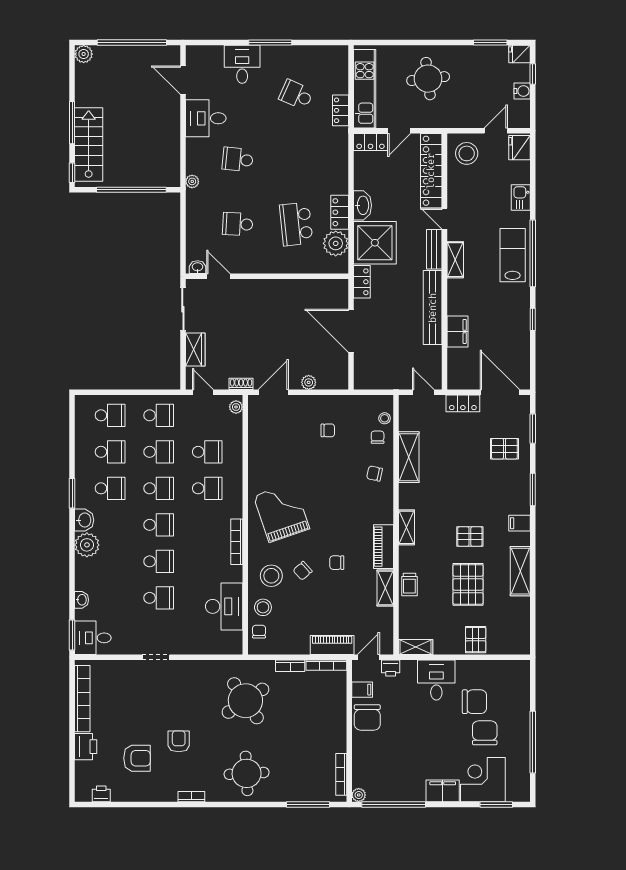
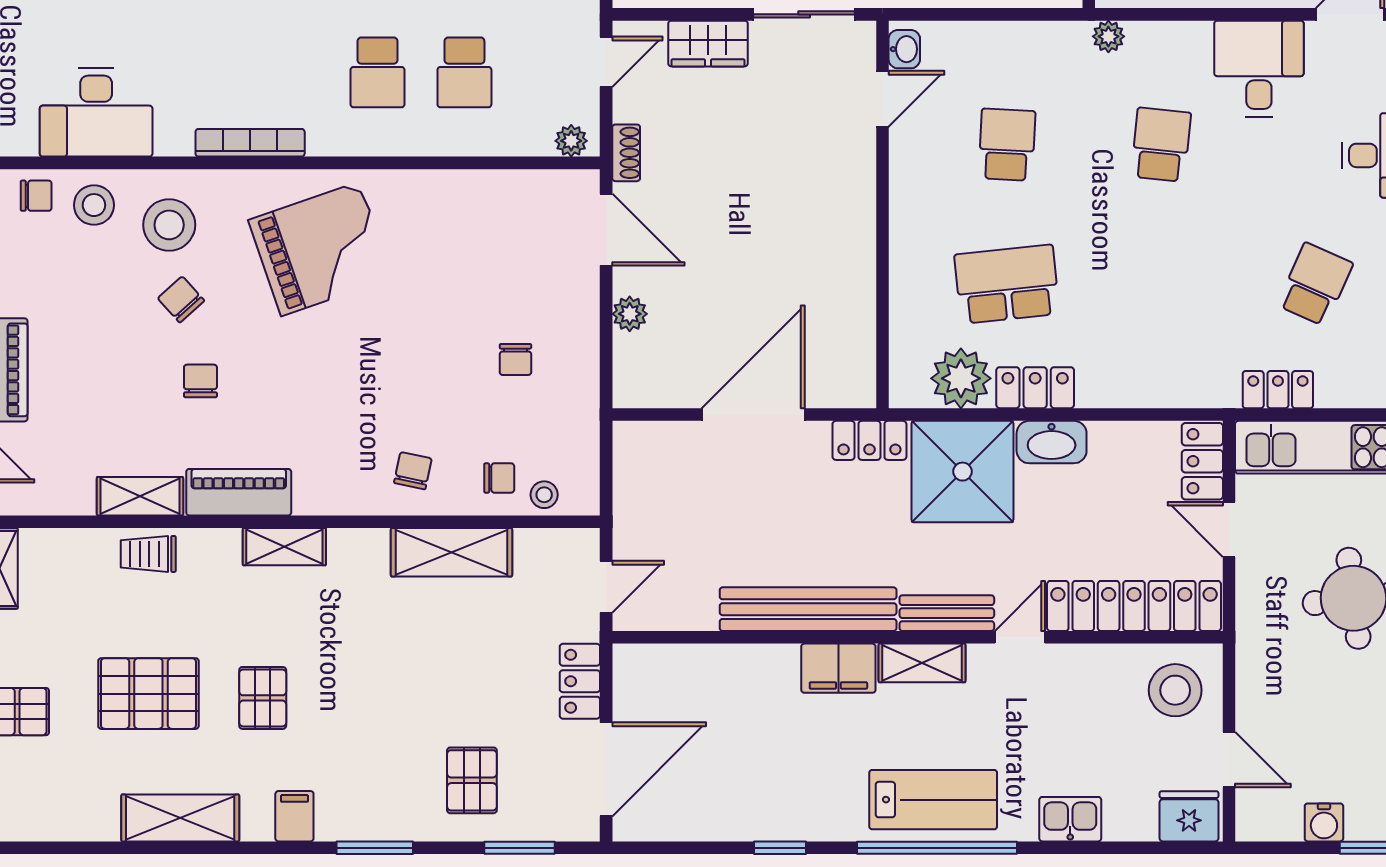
filing cabinet: (457, 331) -> (838, 668), moved

